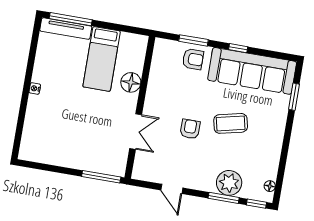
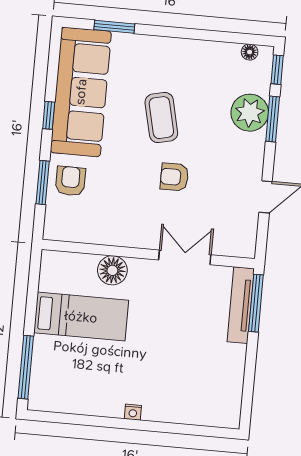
tv unit: (66, 29) -> (241, 305), moved, turned 180

